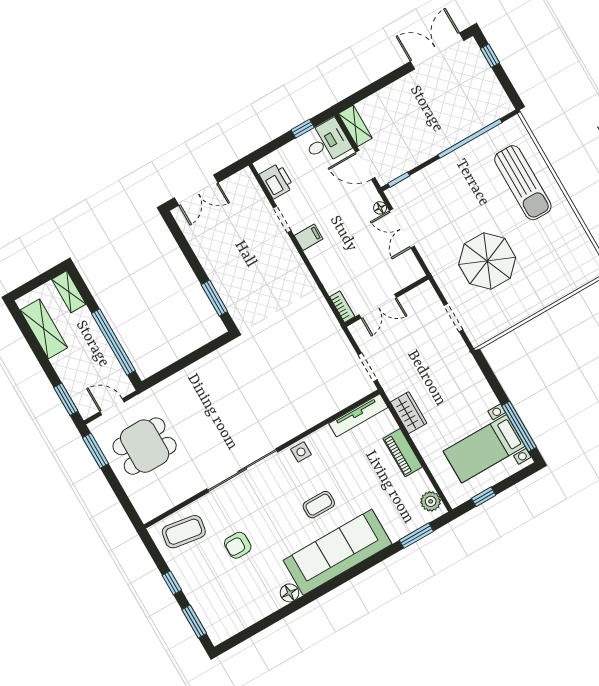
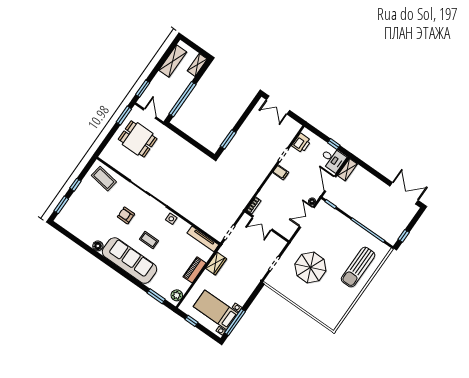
window: (490, 56) -> (404, 236), moved
armchair: (238, 545) -> (126, 215), moved

